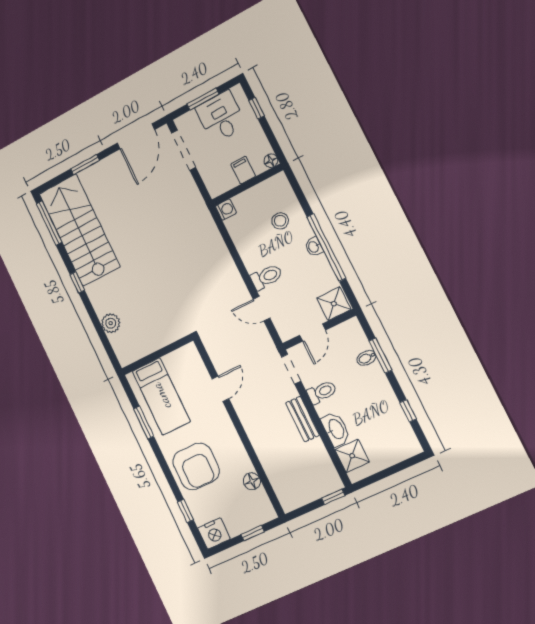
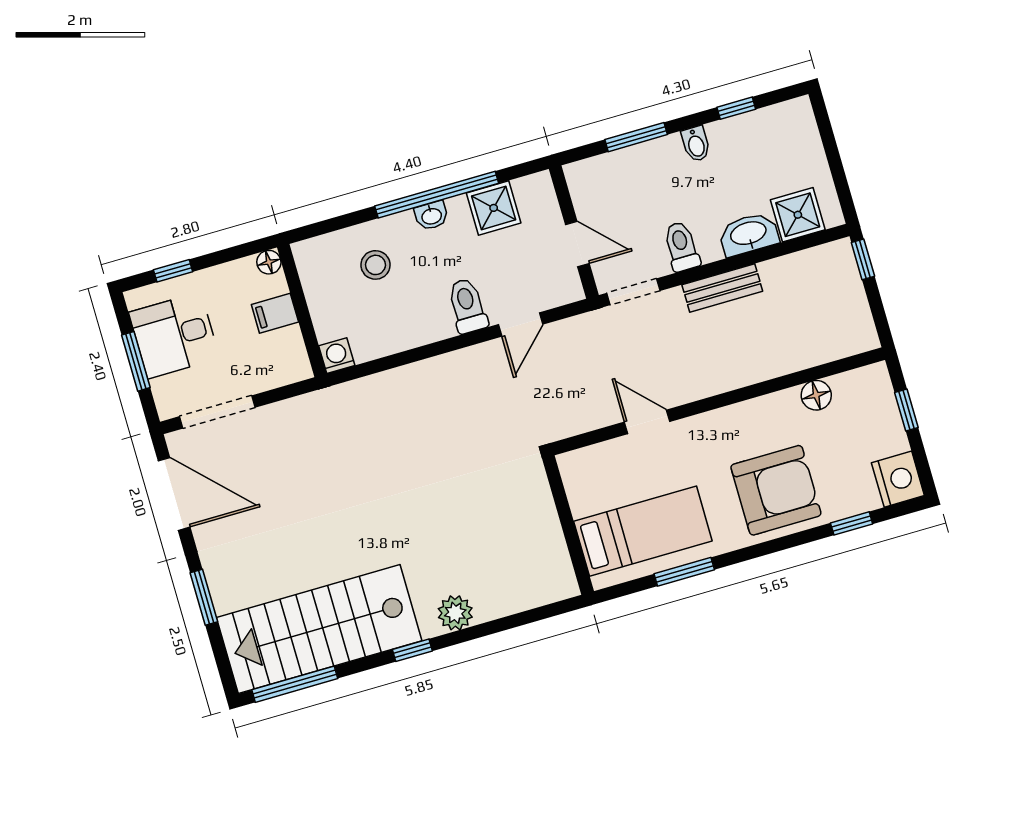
shower: (334, 304) -> (494, 208), moved
plant: (111, 323) -> (455, 613), moved
bidet: (366, 358) -> (696, 144), moved

